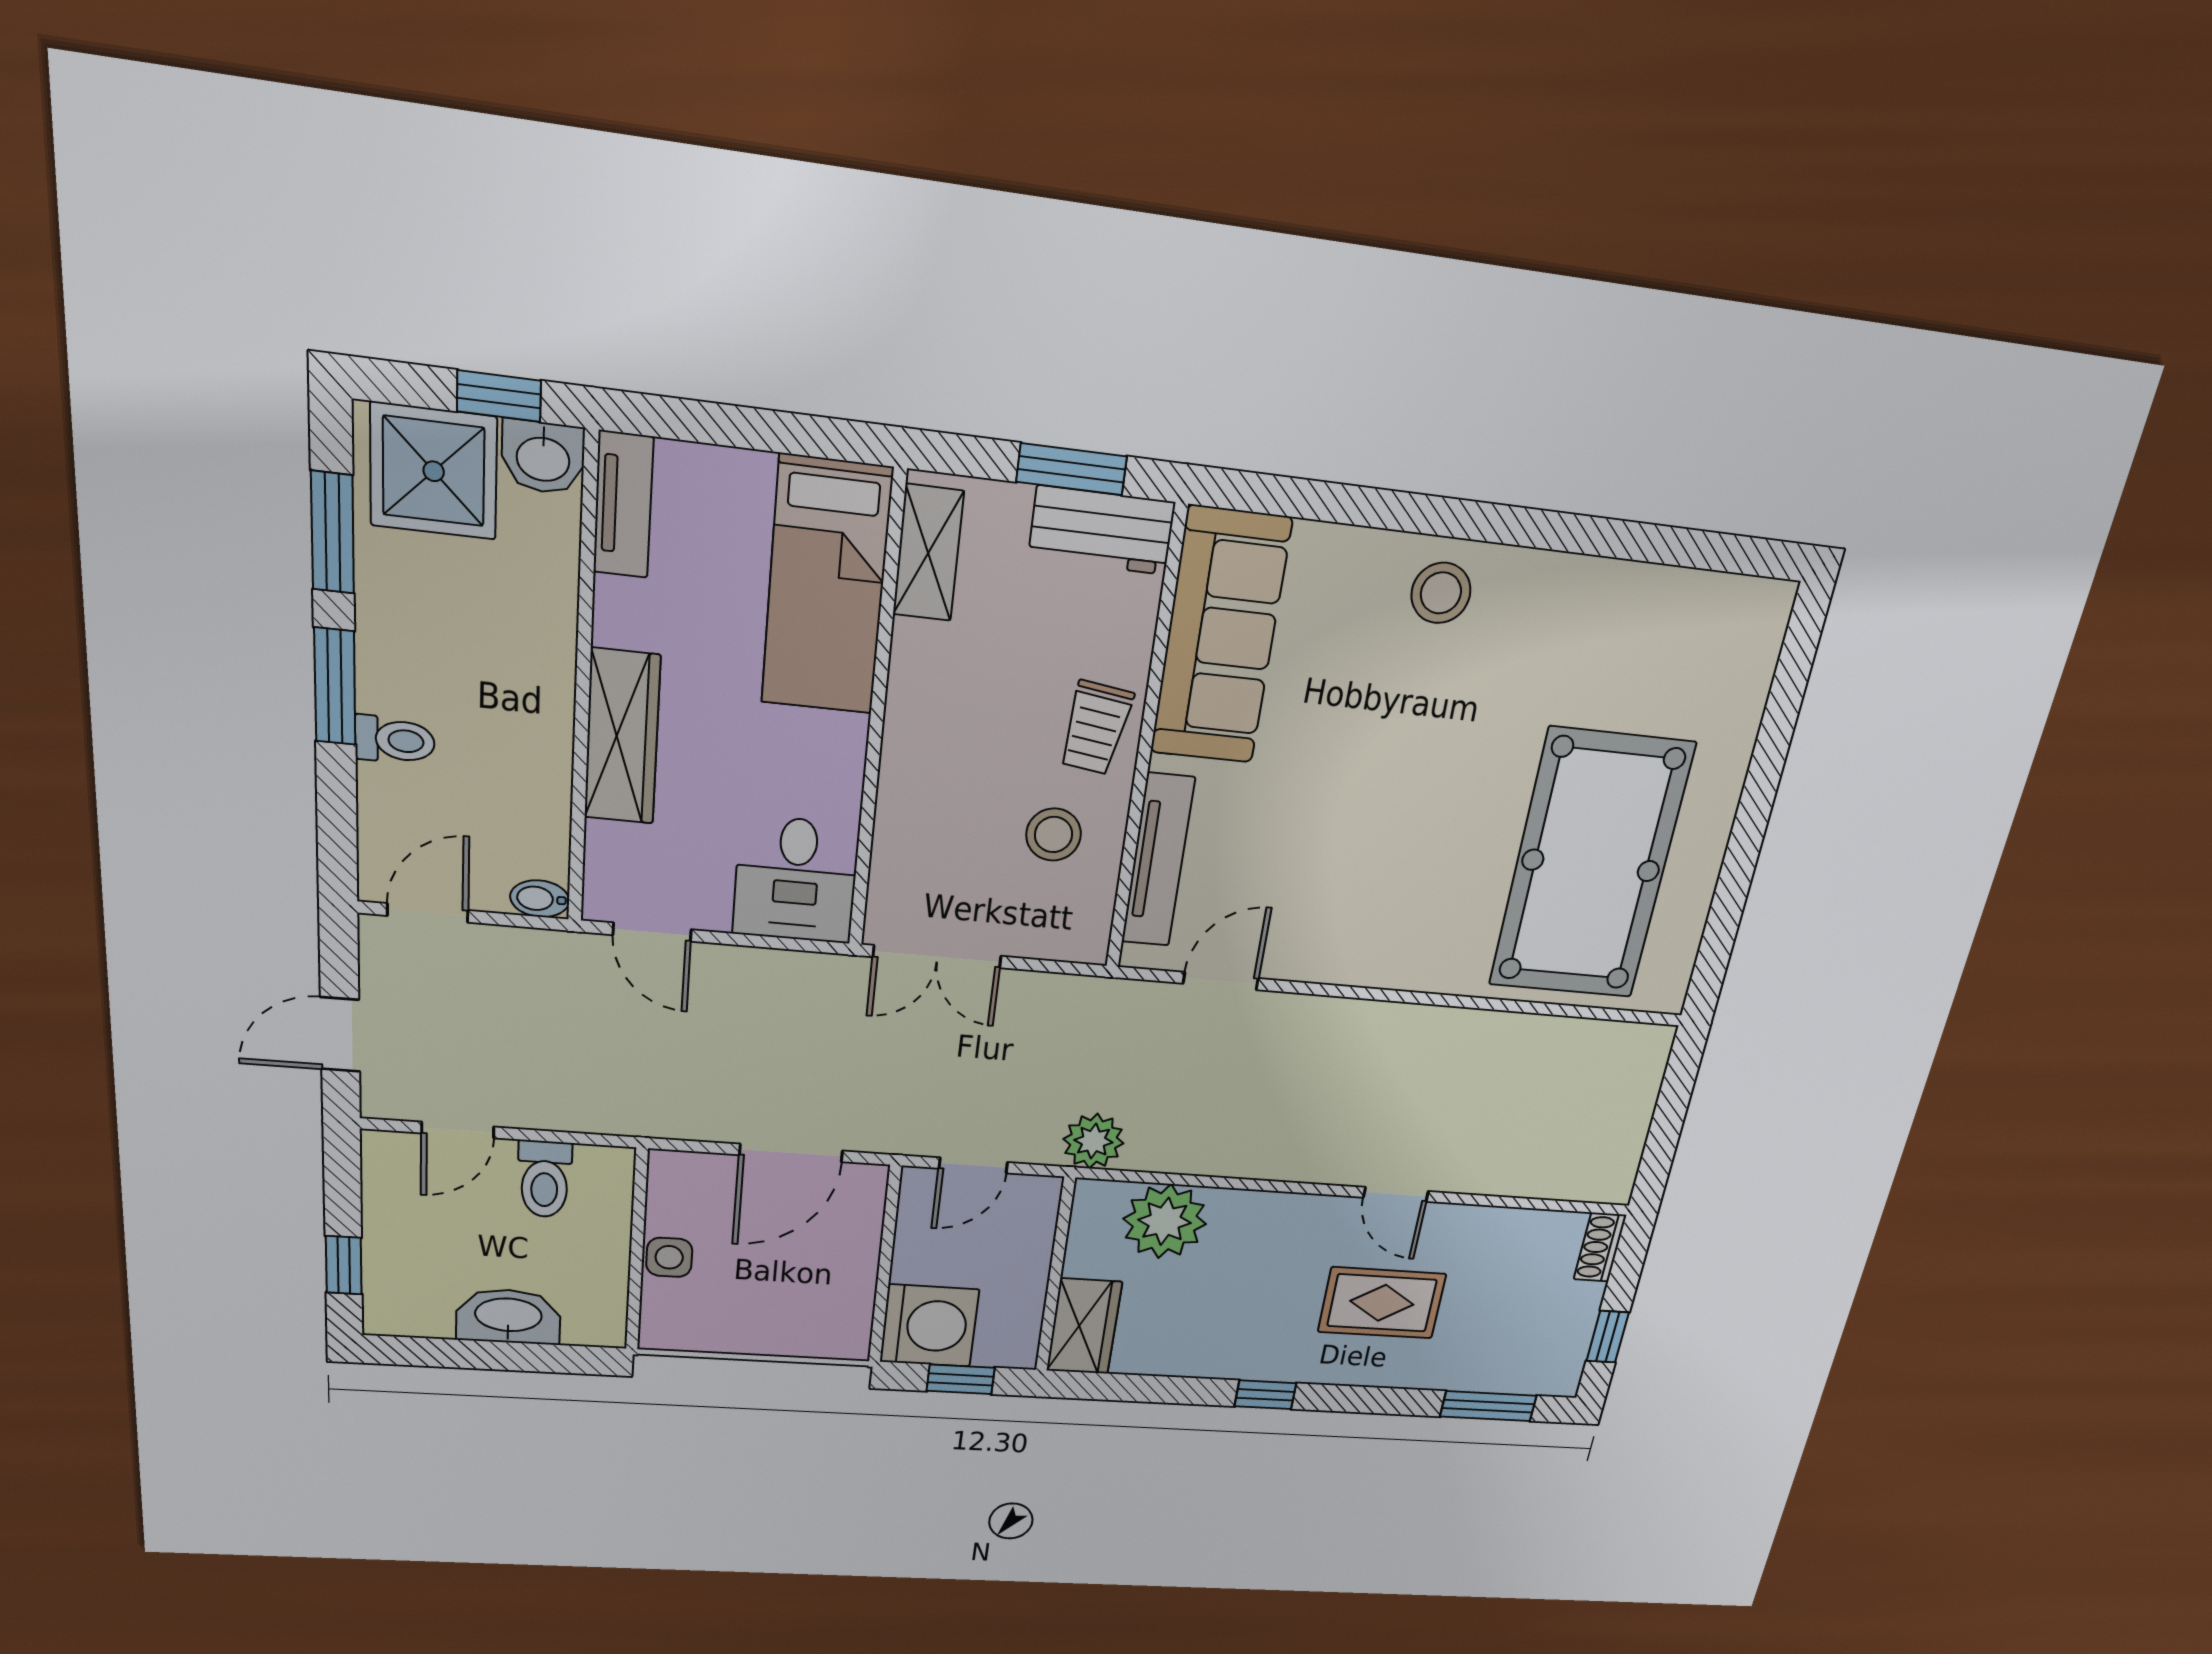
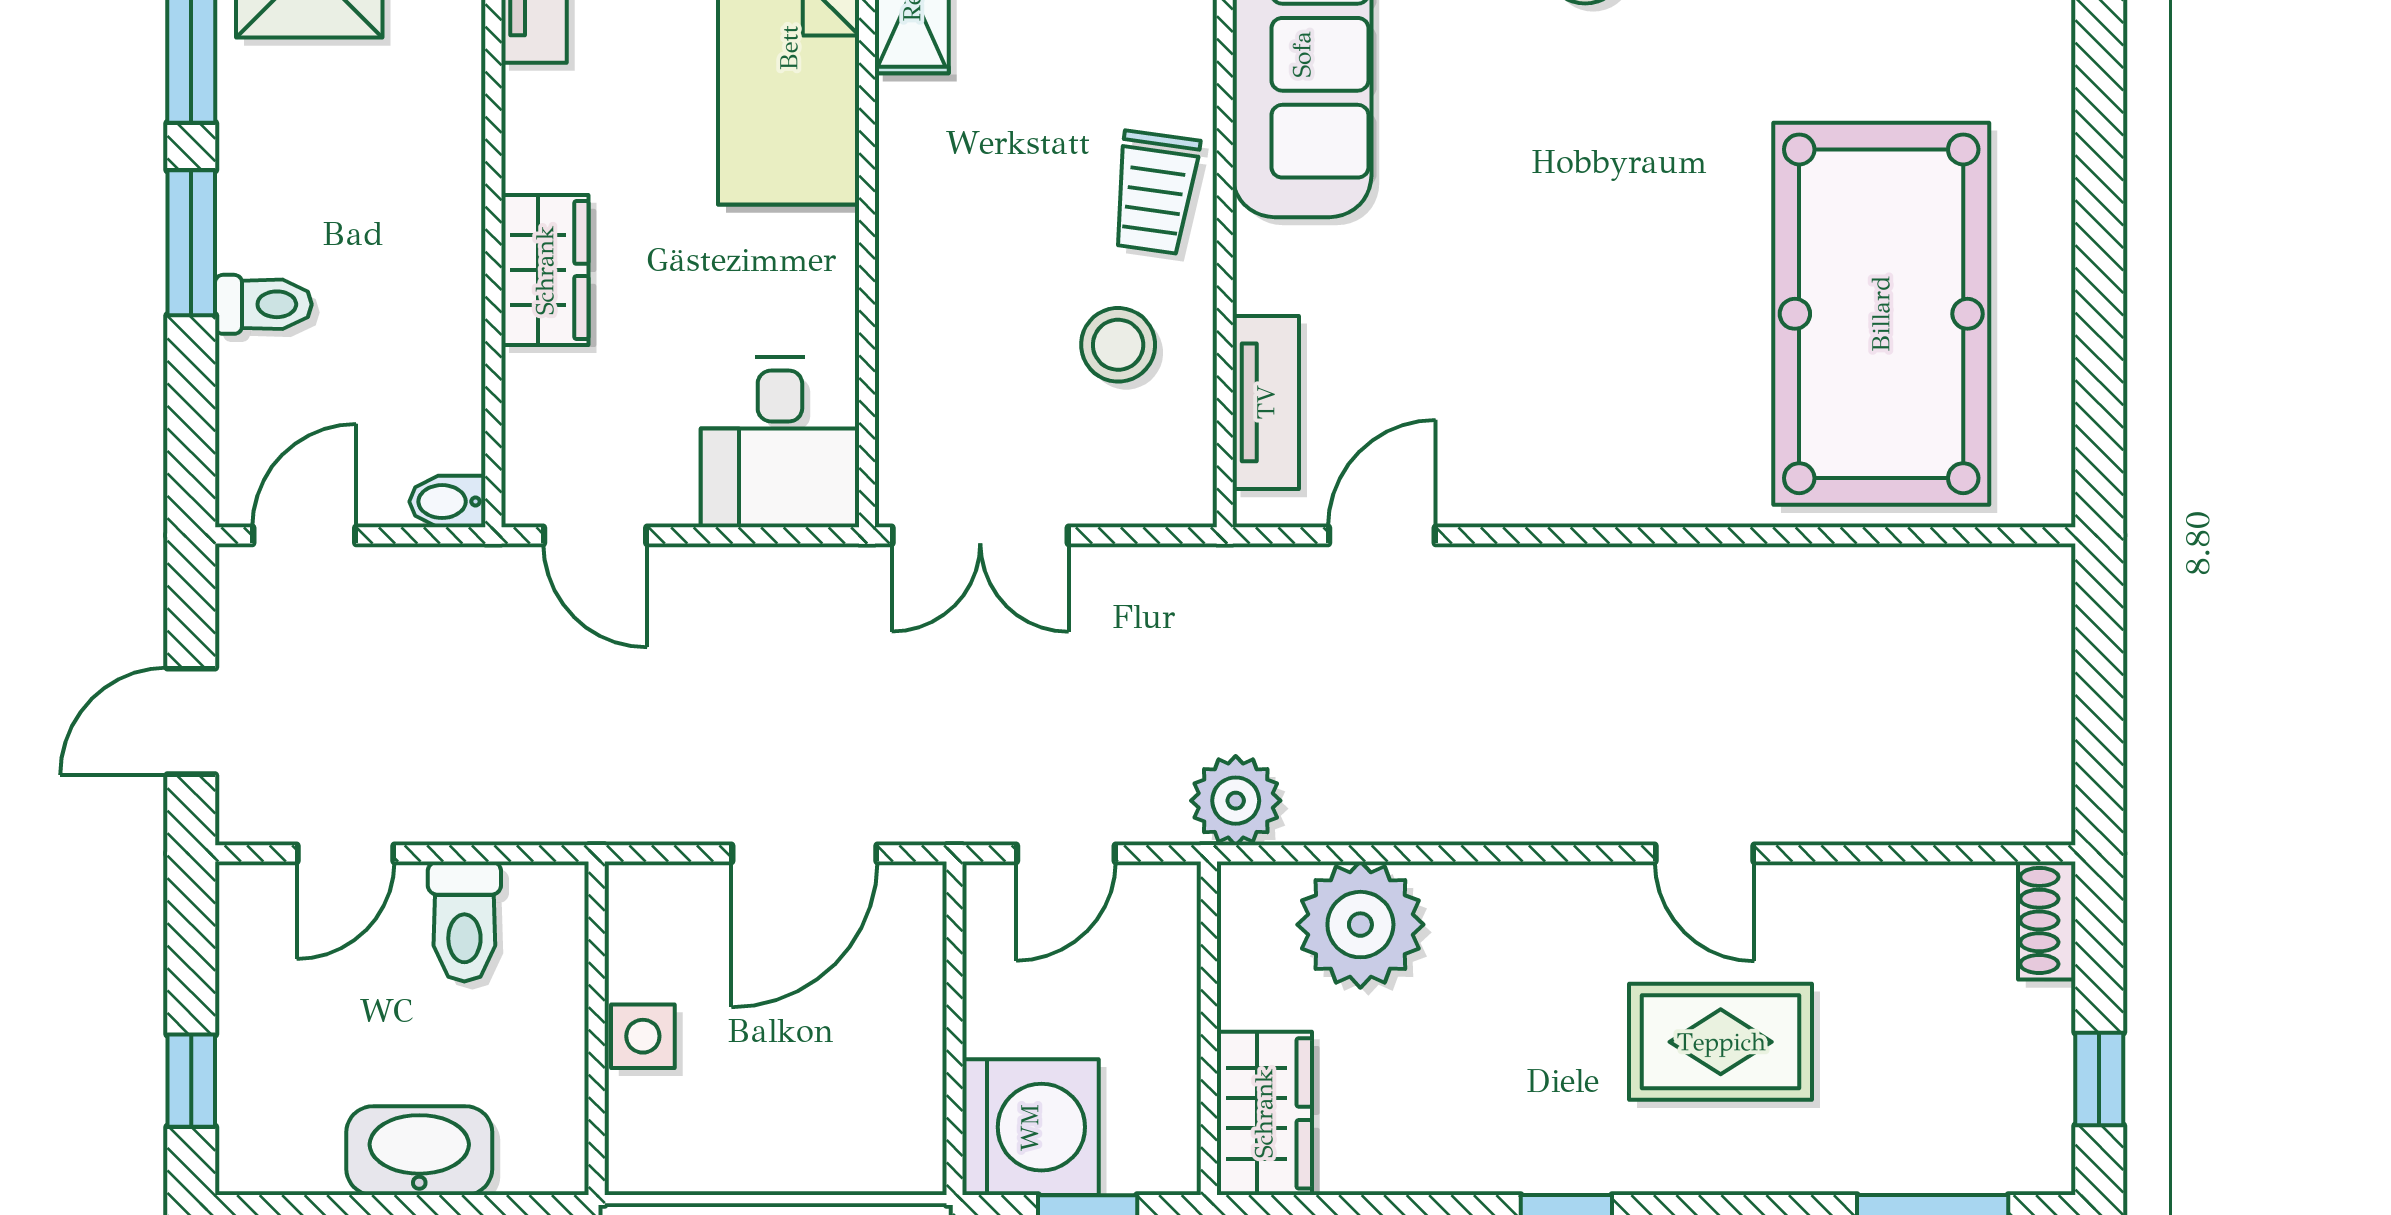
wardrobe: (622, 737) -> (545, 270), width x0.67
tv unit: (1158, 860) -> (1266, 402), width x0.71

